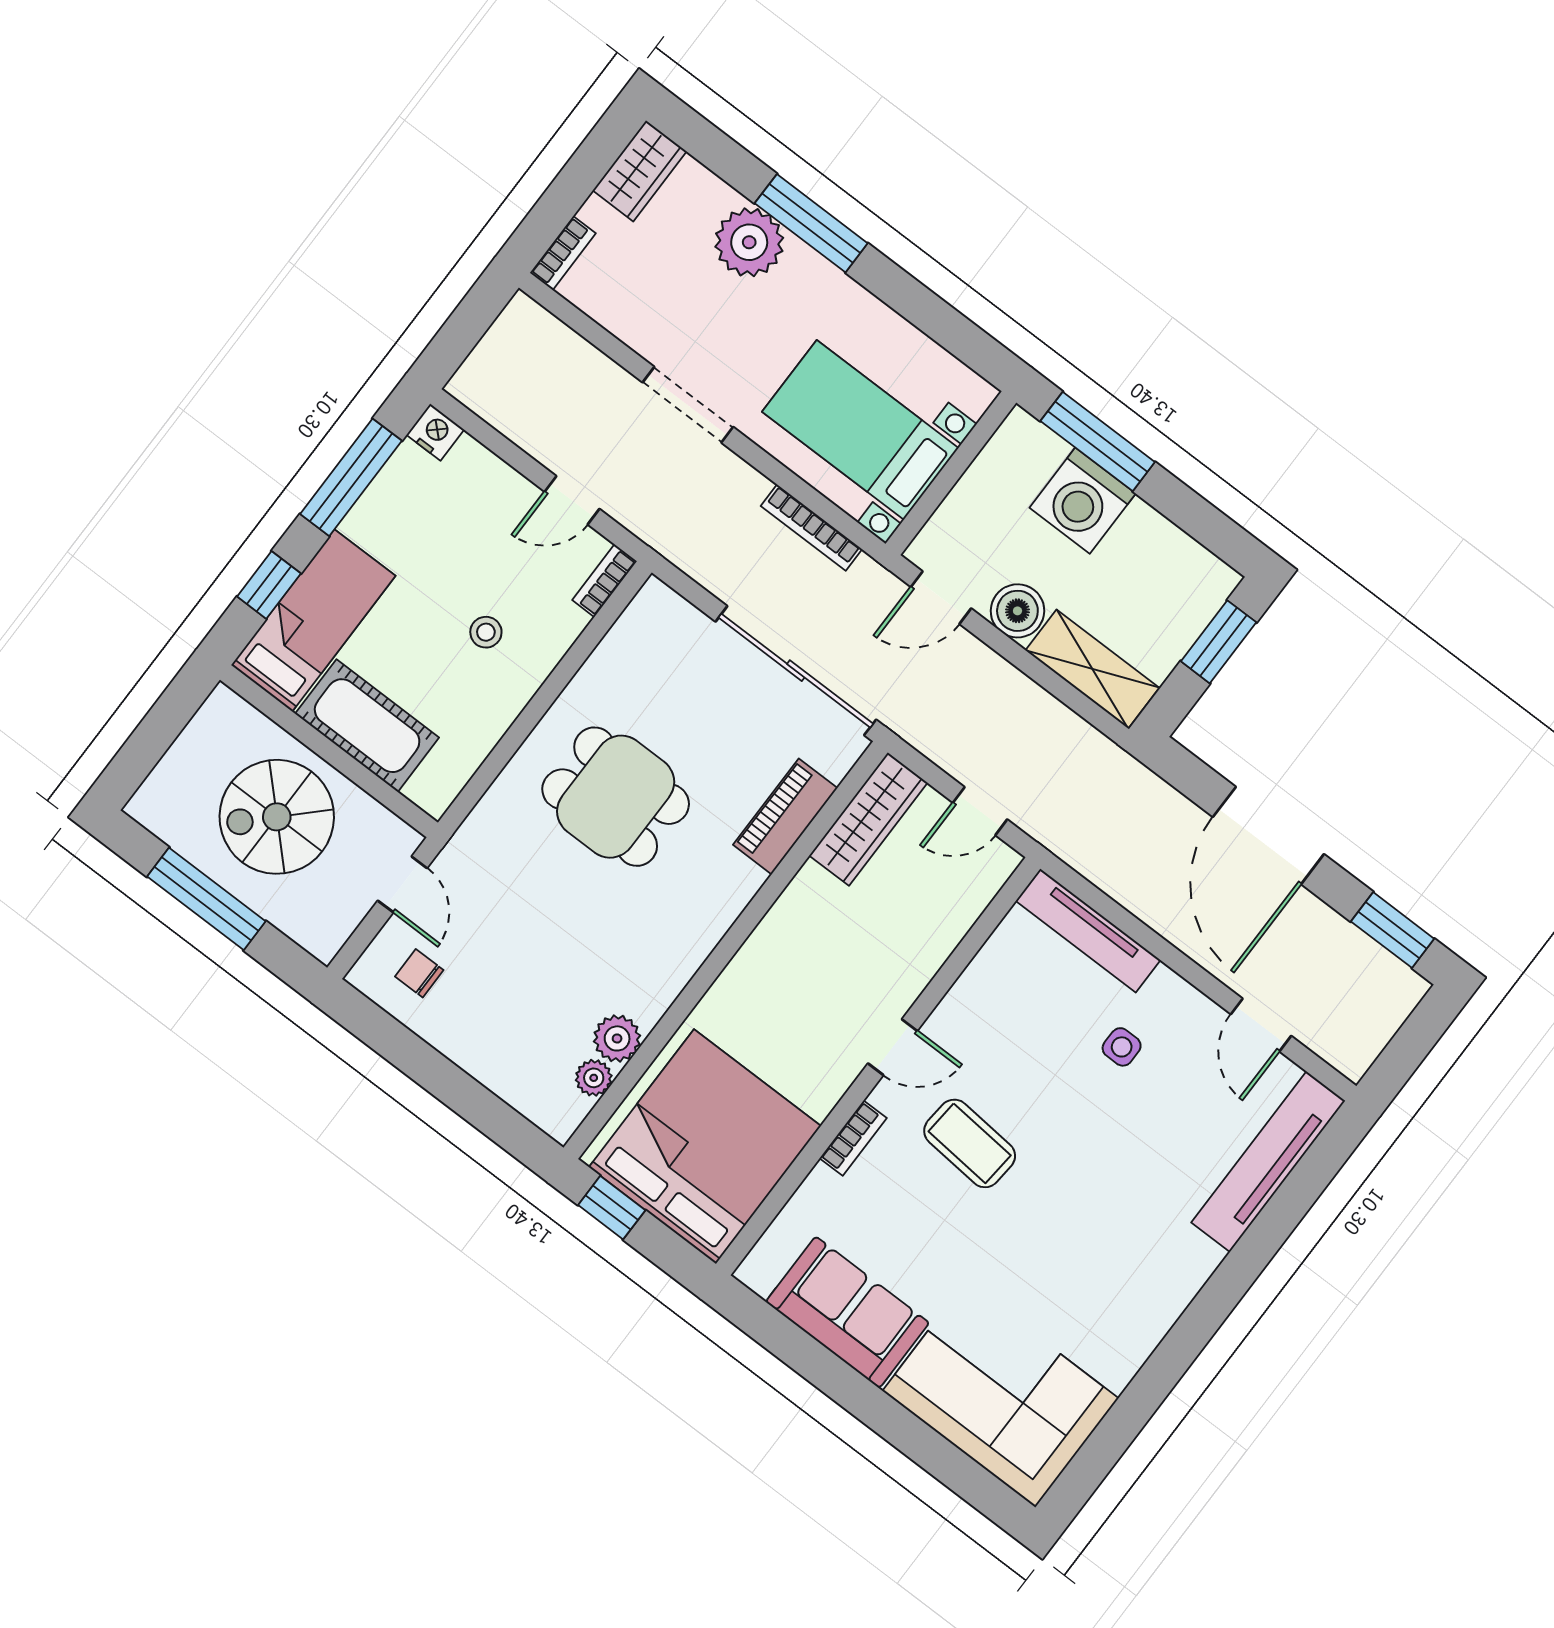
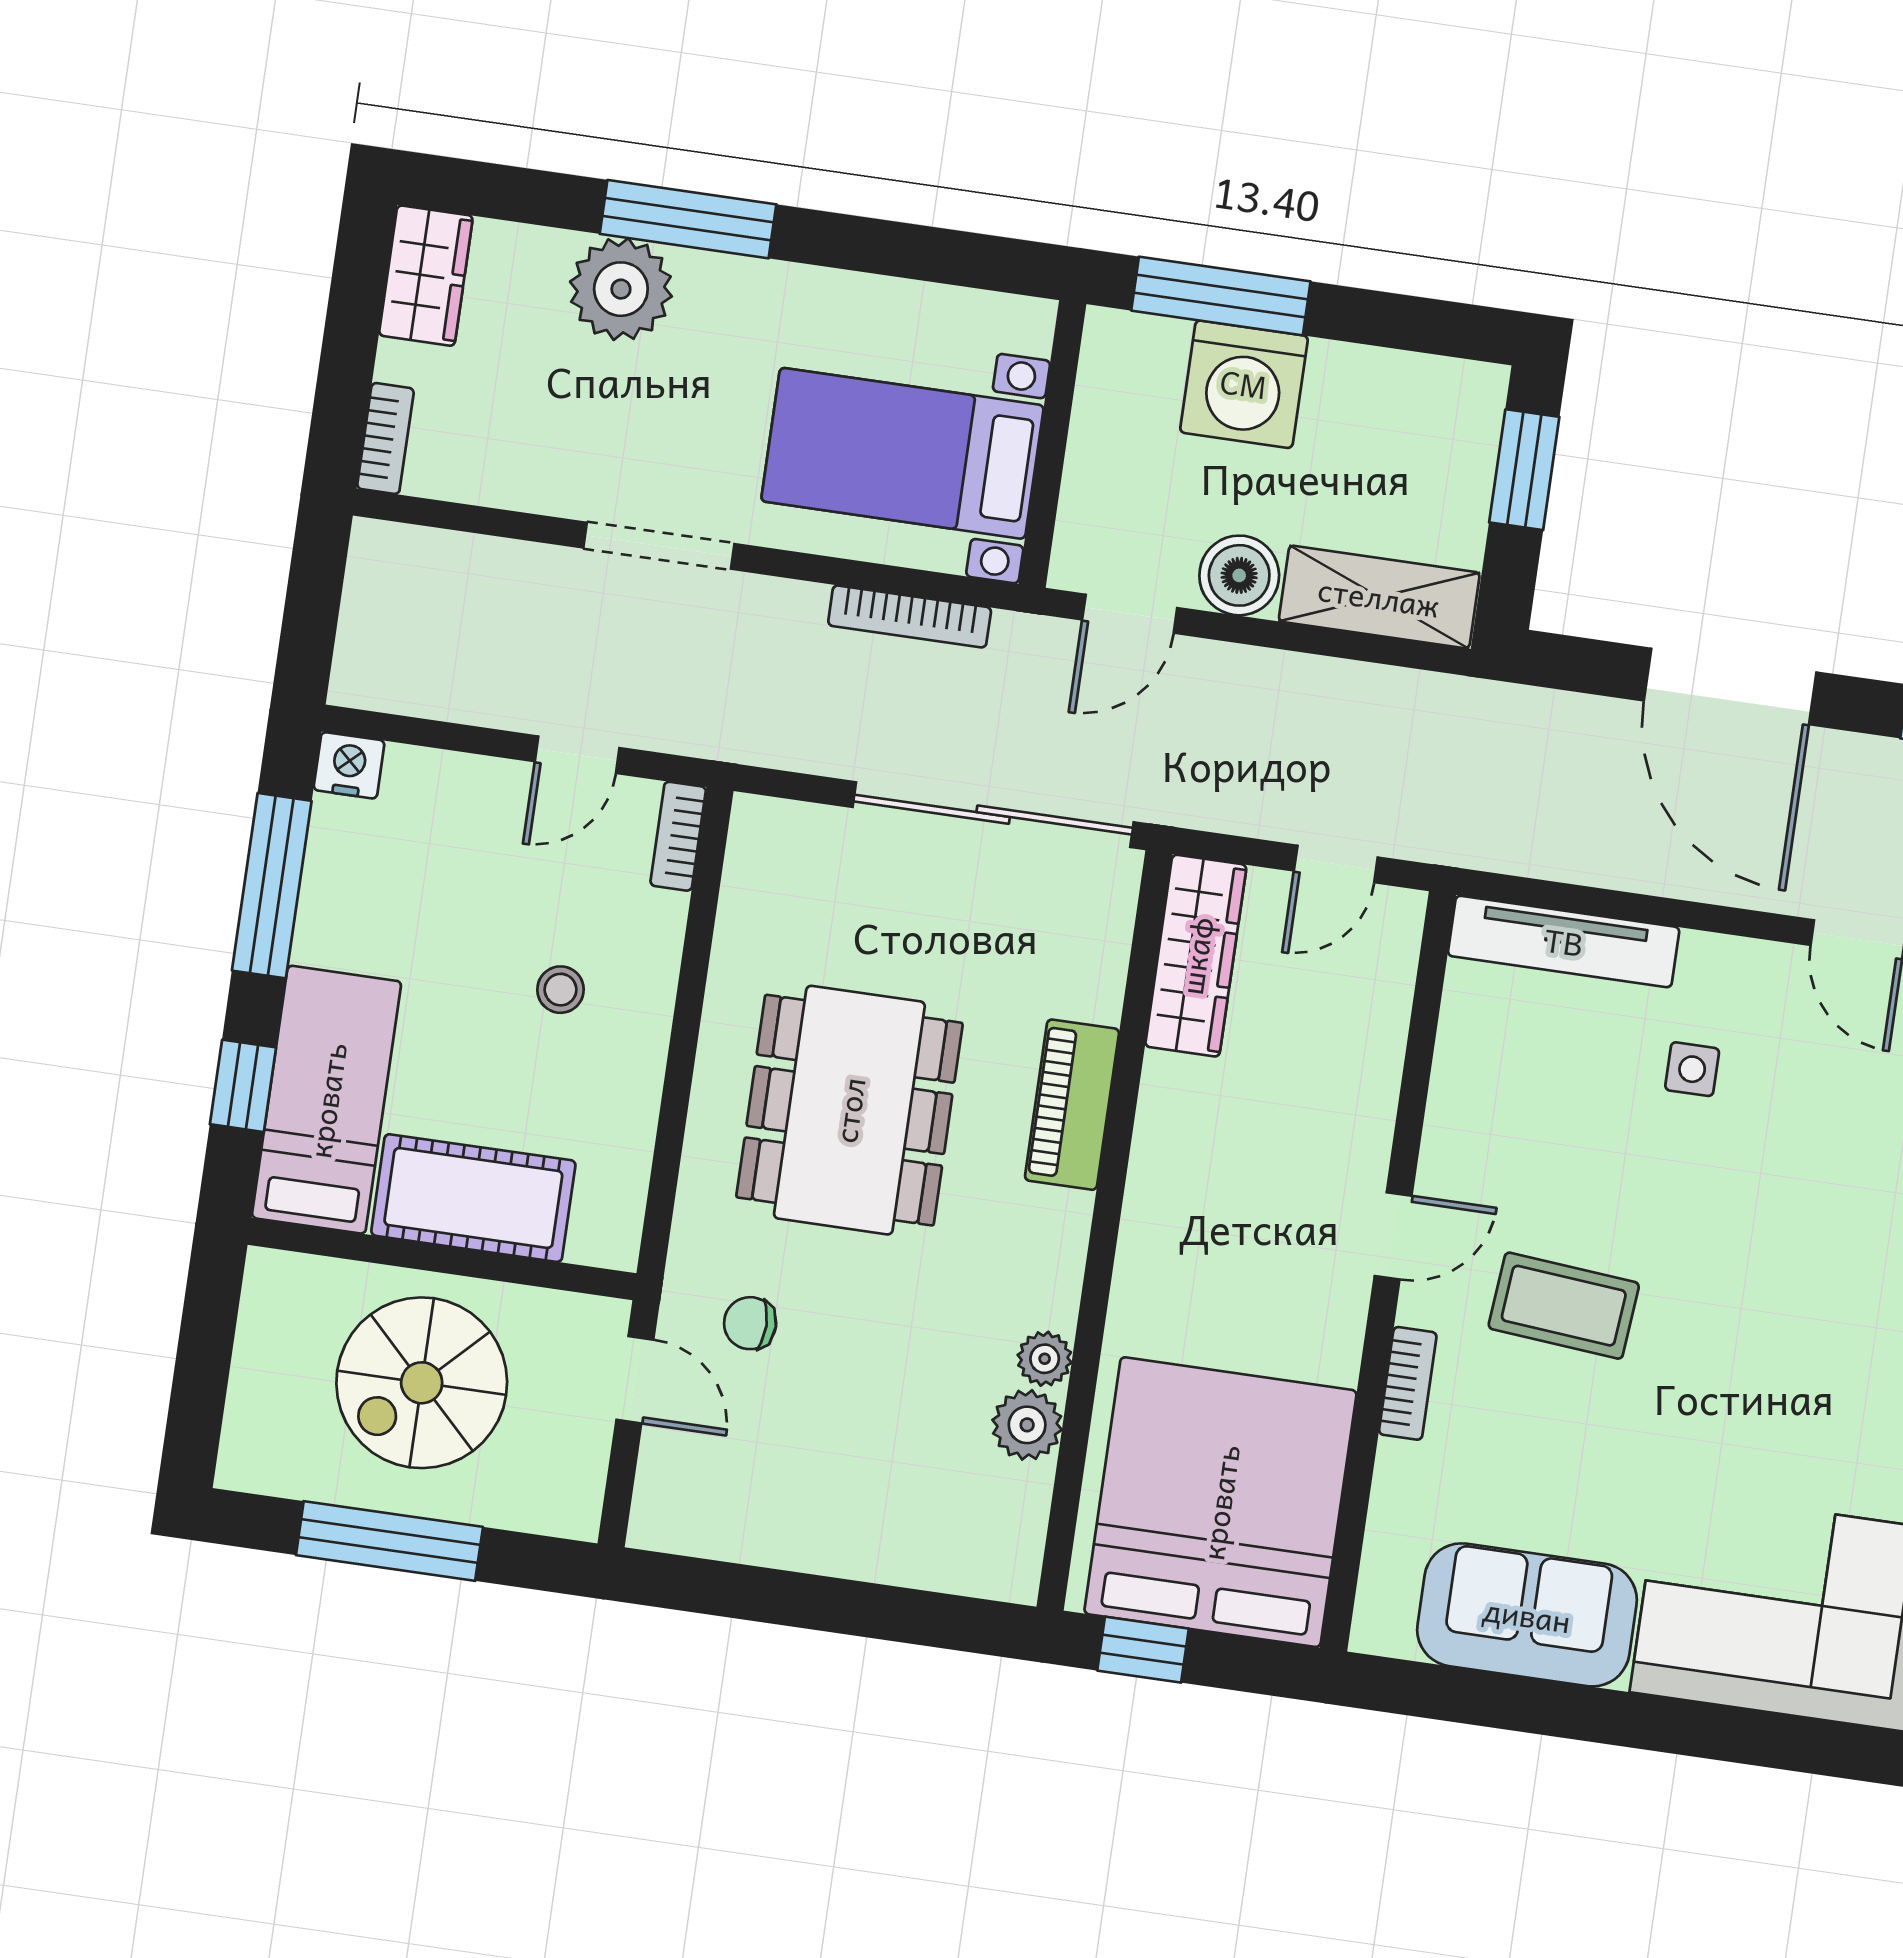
dining table: (616, 797) -> (849, 1110), width x1.38
piano: (785, 816) -> (1072, 1105), moved
chair: (419, 973) -> (750, 1323), moved
plant: (594, 1078) -> (1045, 1359), moved

